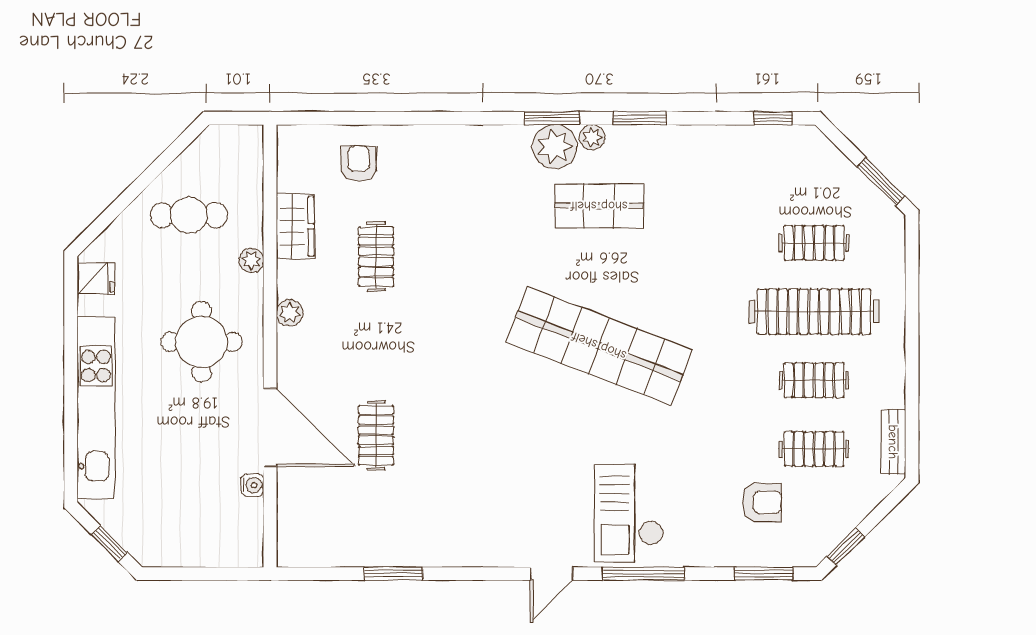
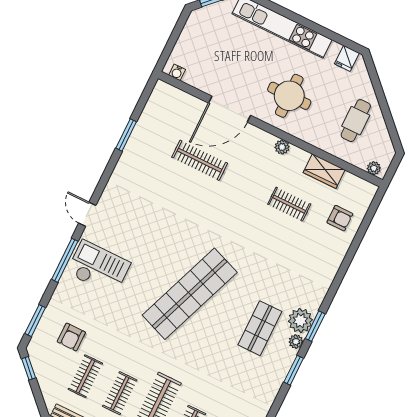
plant: (251, 260) -> (374, 168), moved
clothes rail: (376, 435) -> (200, 160), width x1.36
water cooler: (252, 485) -> (177, 72), moved

